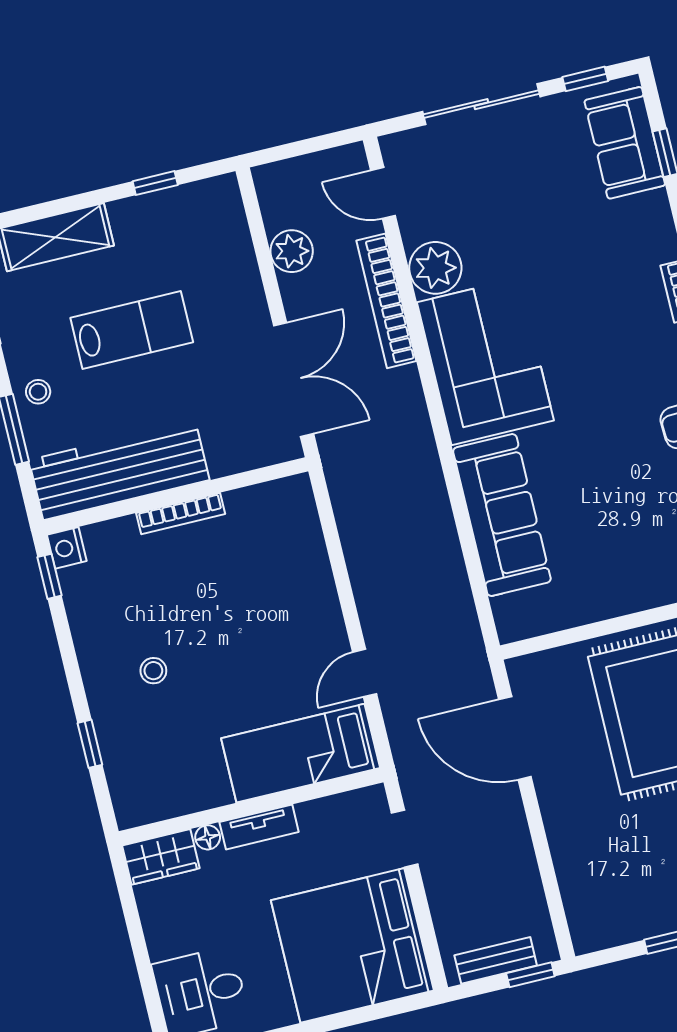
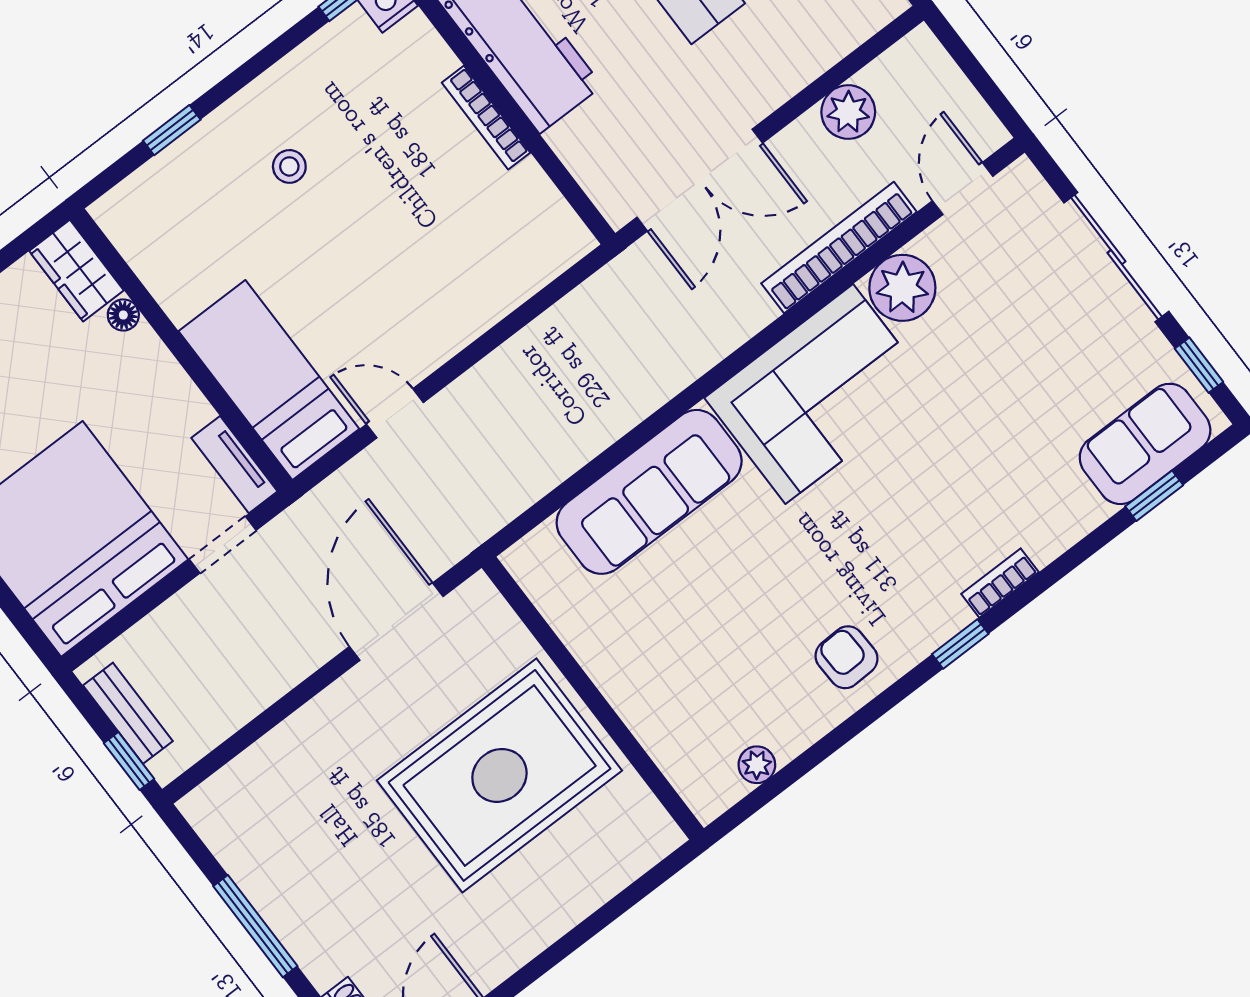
tv unit: (259, 827) -> (234, 465), moved

